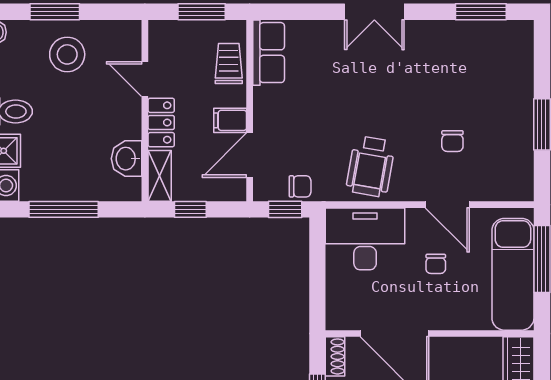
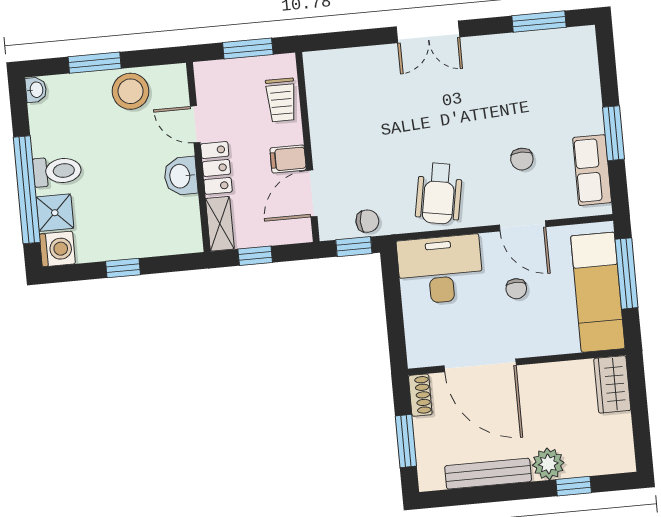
row of seats: (269, 53) -> (592, 170), moved, turned 180
stool: (67, 54) -> (131, 91), moved
trolley: (229, 64) -> (281, 100), turned 180
washbasin: (127, 159) -> (181, 176), moved
window: (64, 209) -> (123, 268), width x0.46

